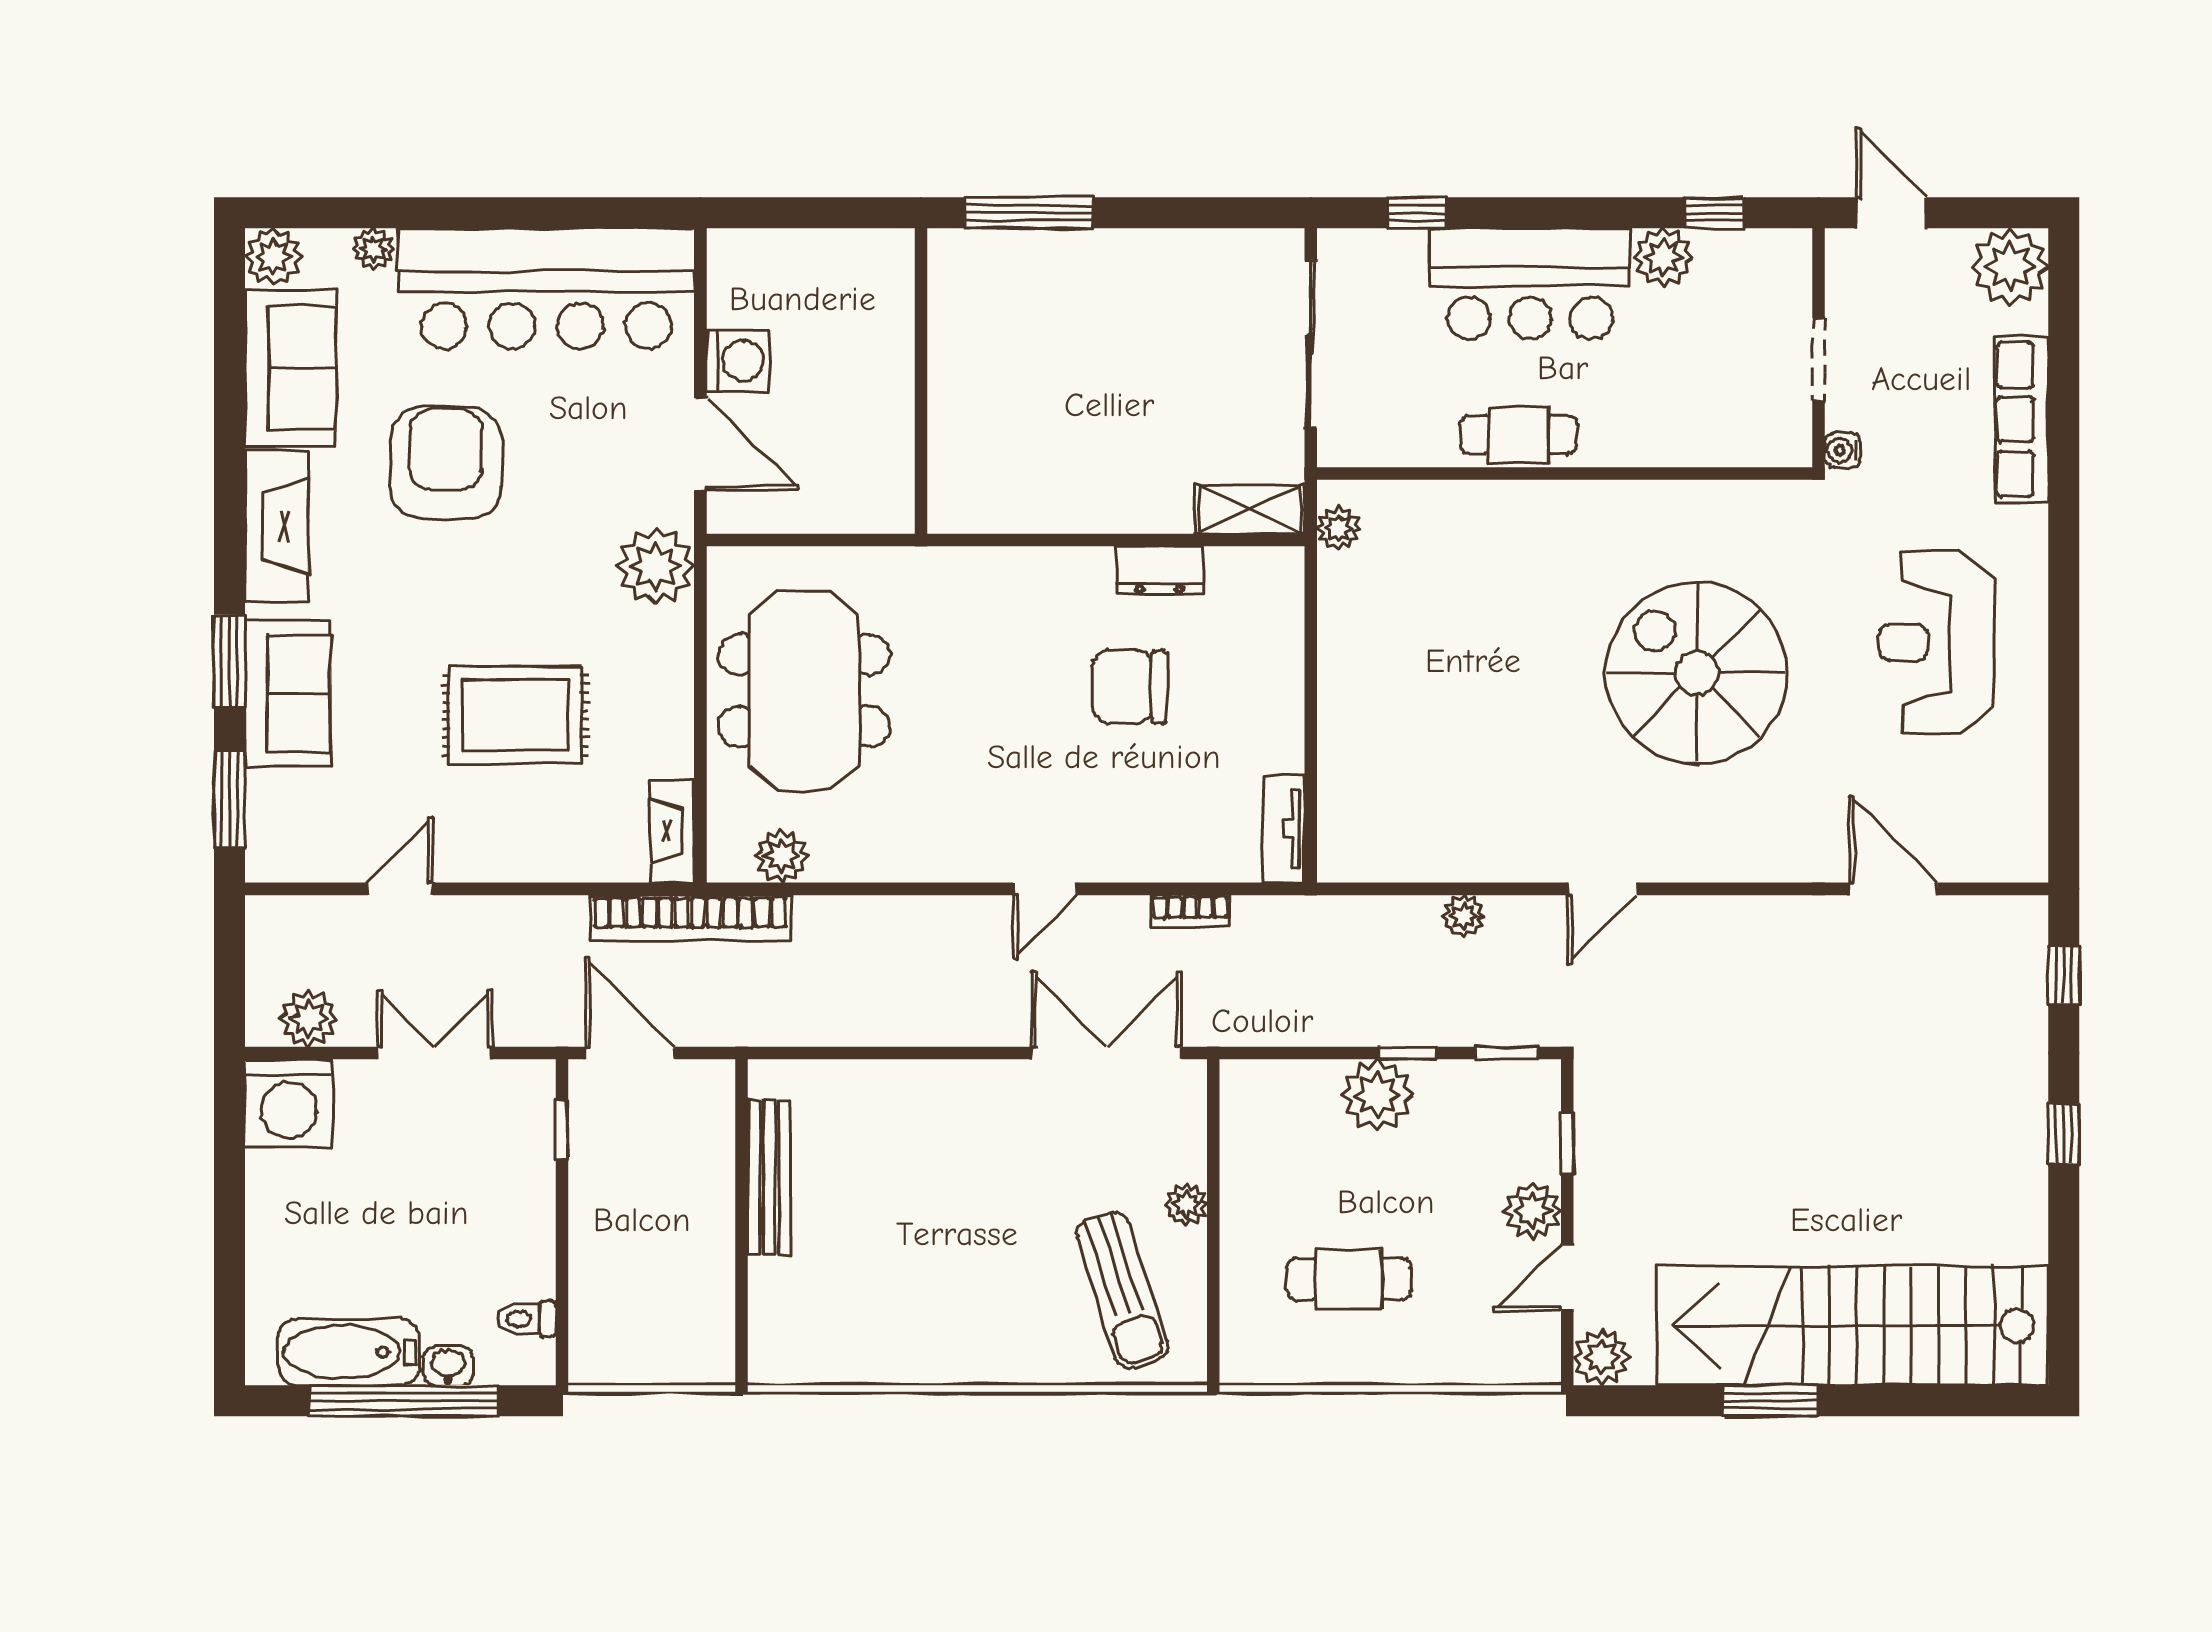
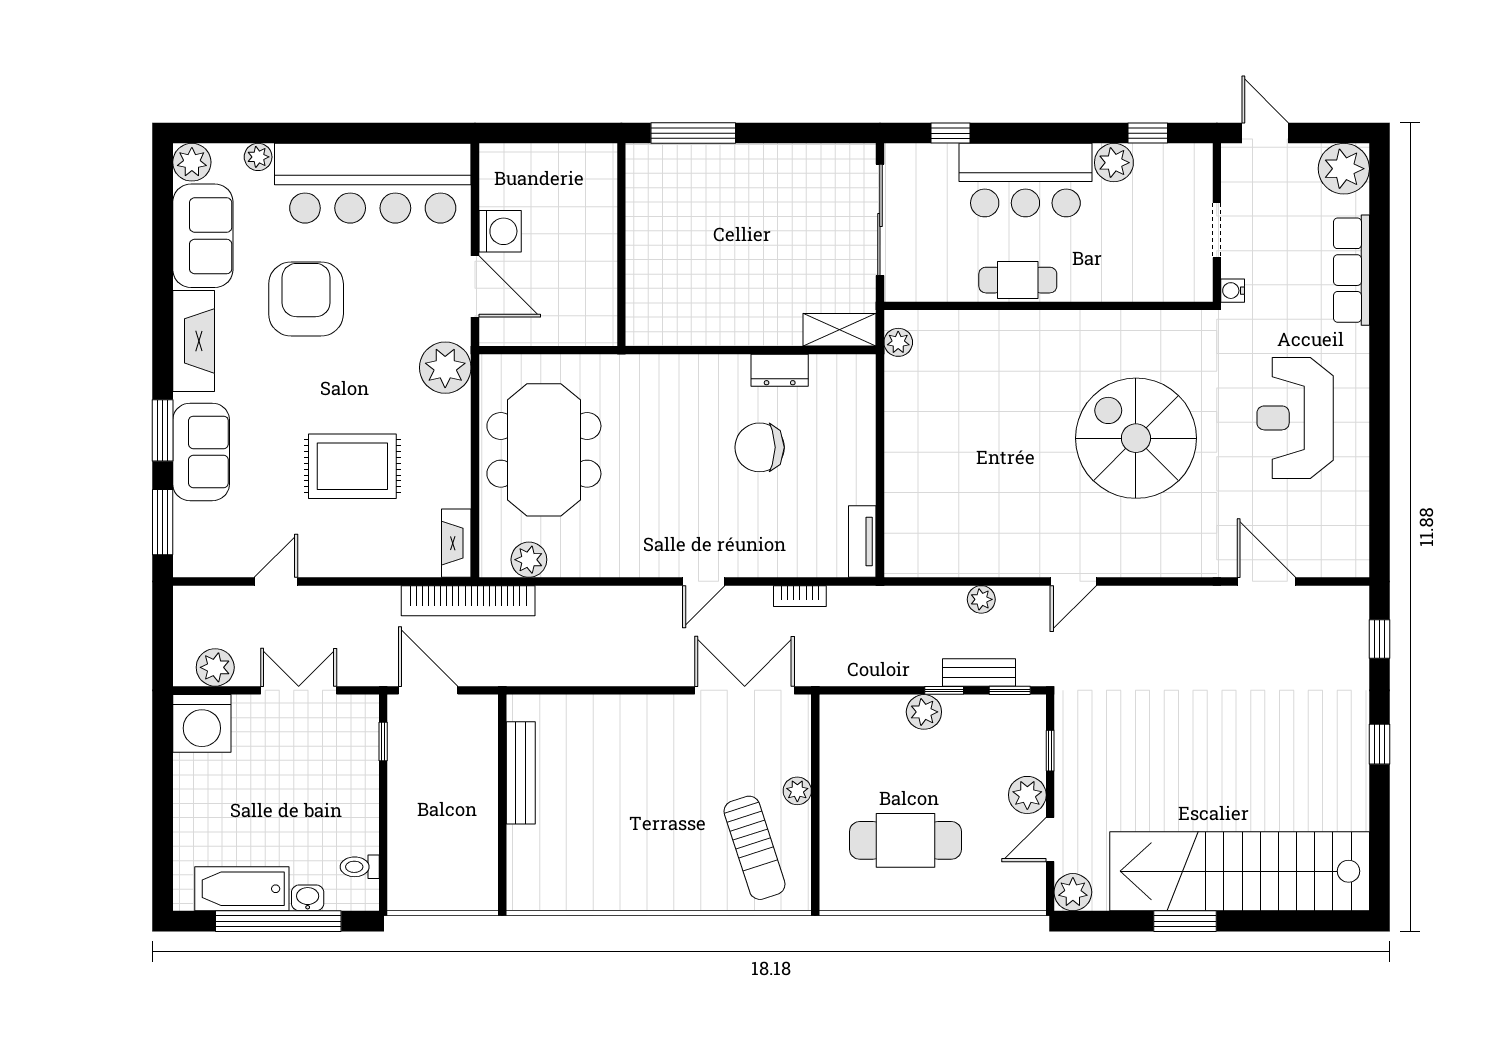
bench: (1460, 1026) -> (979, 672), added
plant: (1377, 1095) -> (924, 712), width x0.73, depth x0.73
cafe table: (1349, 1279) -> (905, 840), width x1.37, depth x1.35

